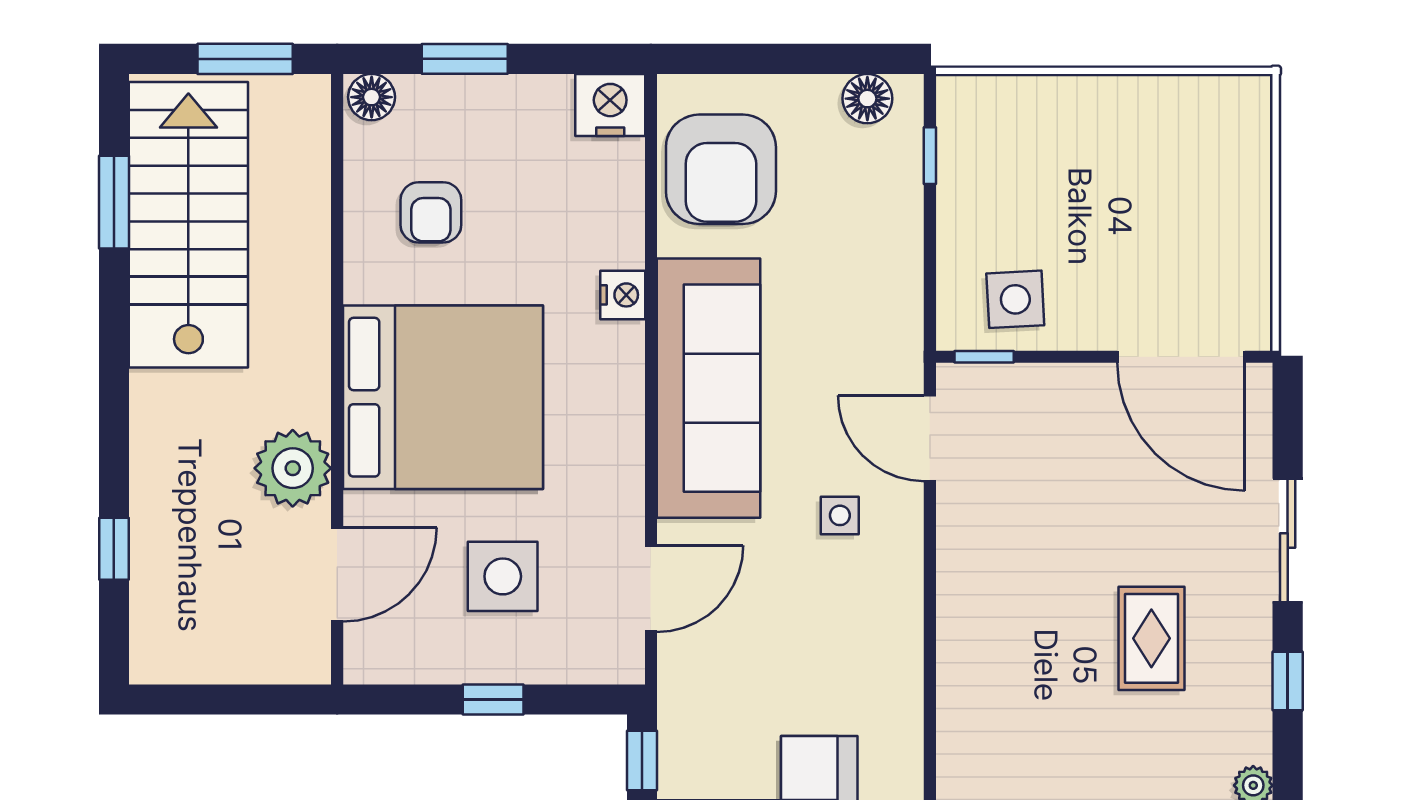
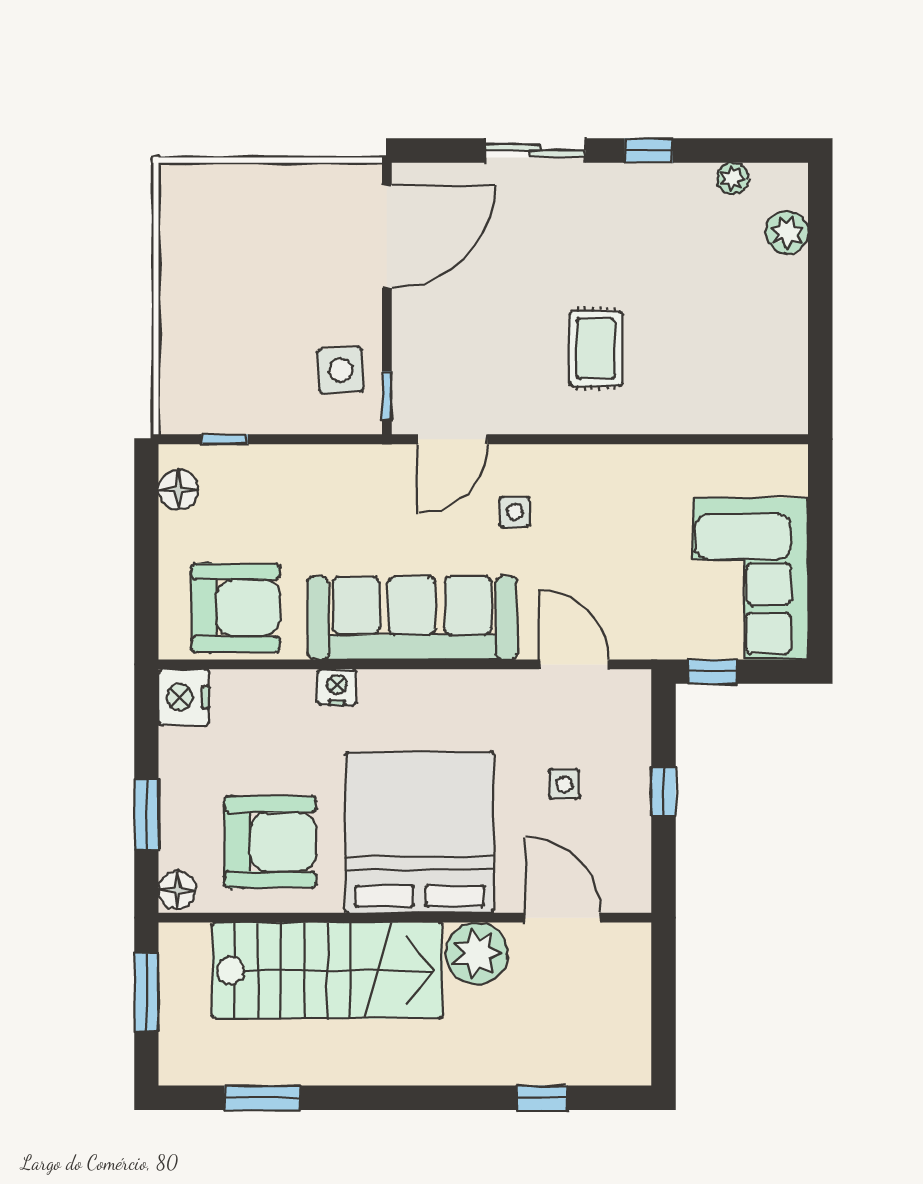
armchair: (431, 212) -> (270, 842), width x1.88, depth x1.88
stairs: (188, 225) -> (327, 971), moved, turned 180
side table: (503, 576) -> (564, 784), width x0.54, depth x0.54
rug: (1151, 638) -> (596, 349), moved, turned 90

